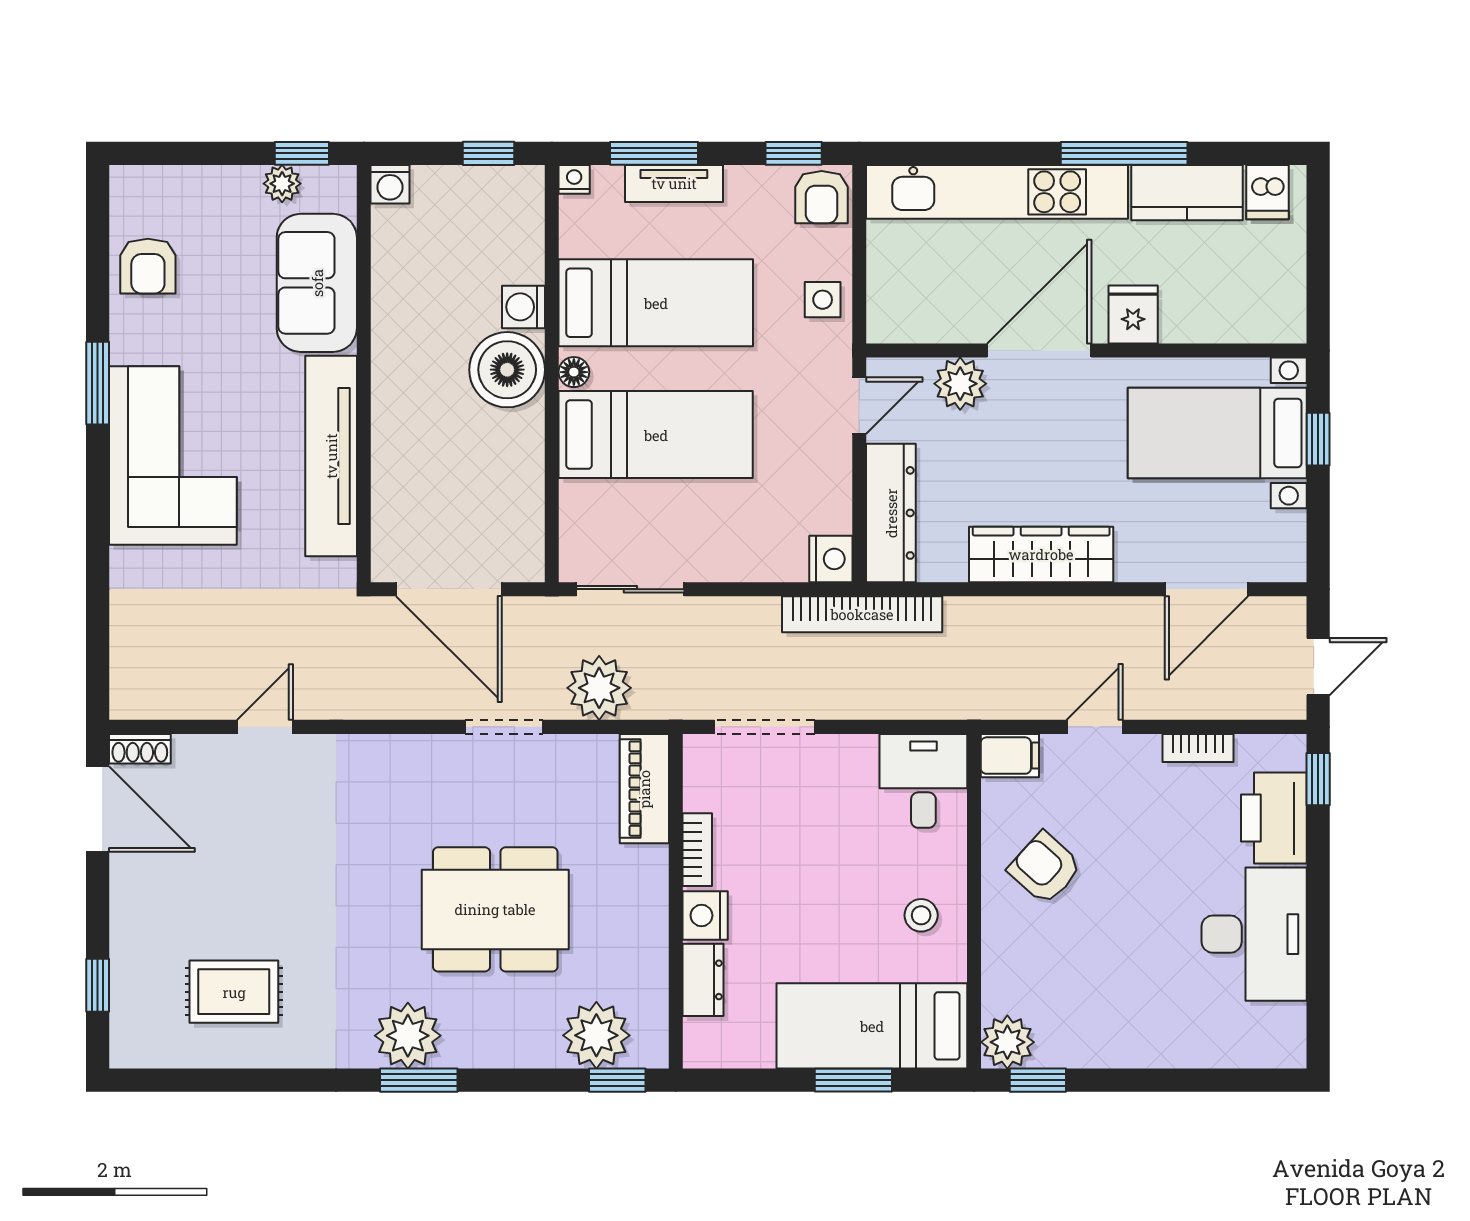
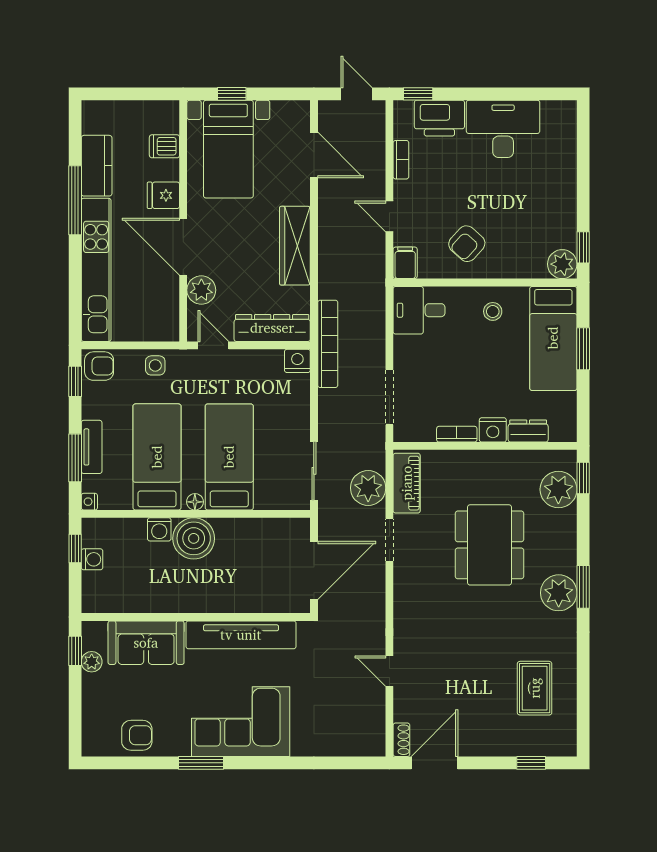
washing machine: (390, 184) -> (92, 559), moved
dishwasher: (1267, 192) -> (164, 146), moved, turned 180
piano: (644, 789) -> (407, 483), moved, turned -90

